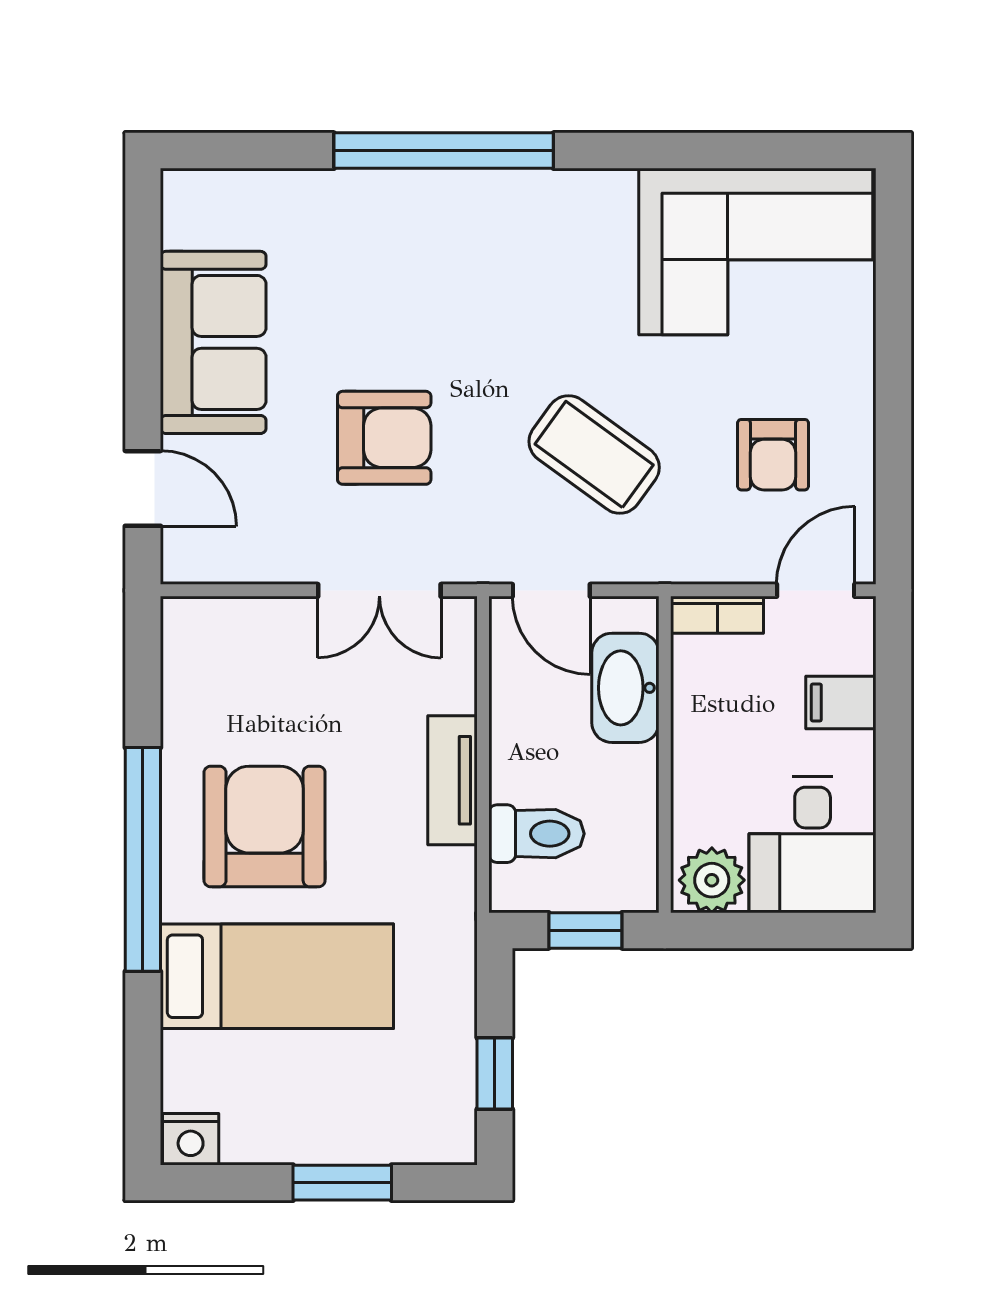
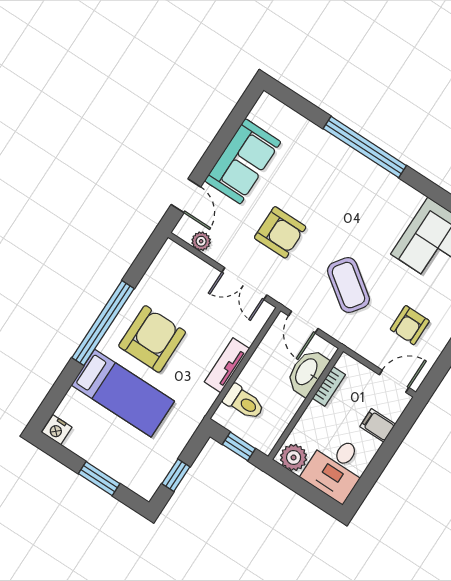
plant: (234, 561) -> (201, 241), added
bookcase: (717, 615) -> (329, 386), moved, turned -90

